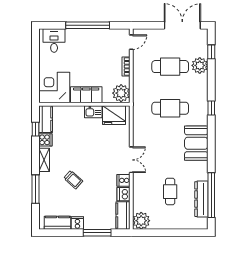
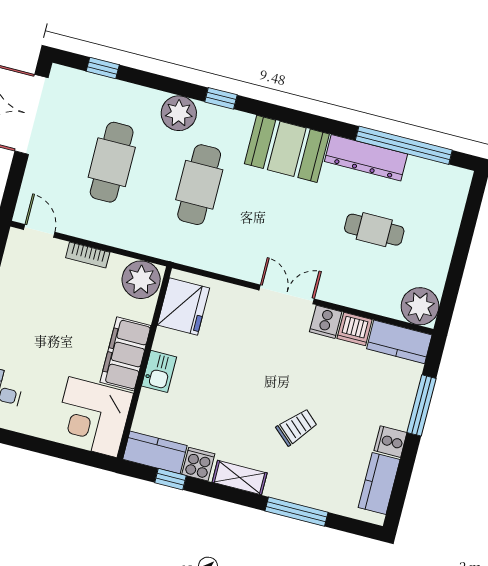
plant: (200, 65) -> (179, 113), moved
kitchen sink: (93, 112) -> (159, 371), moved
dresser: (201, 199) -> (366, 158), moved

